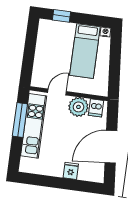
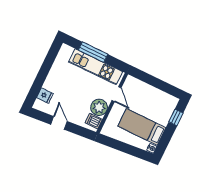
window: (20, 120) -> (93, 52), moved
door: (111, 147) -> (59, 123), width x0.53
fridge: (71, 171) -> (45, 96), moved

